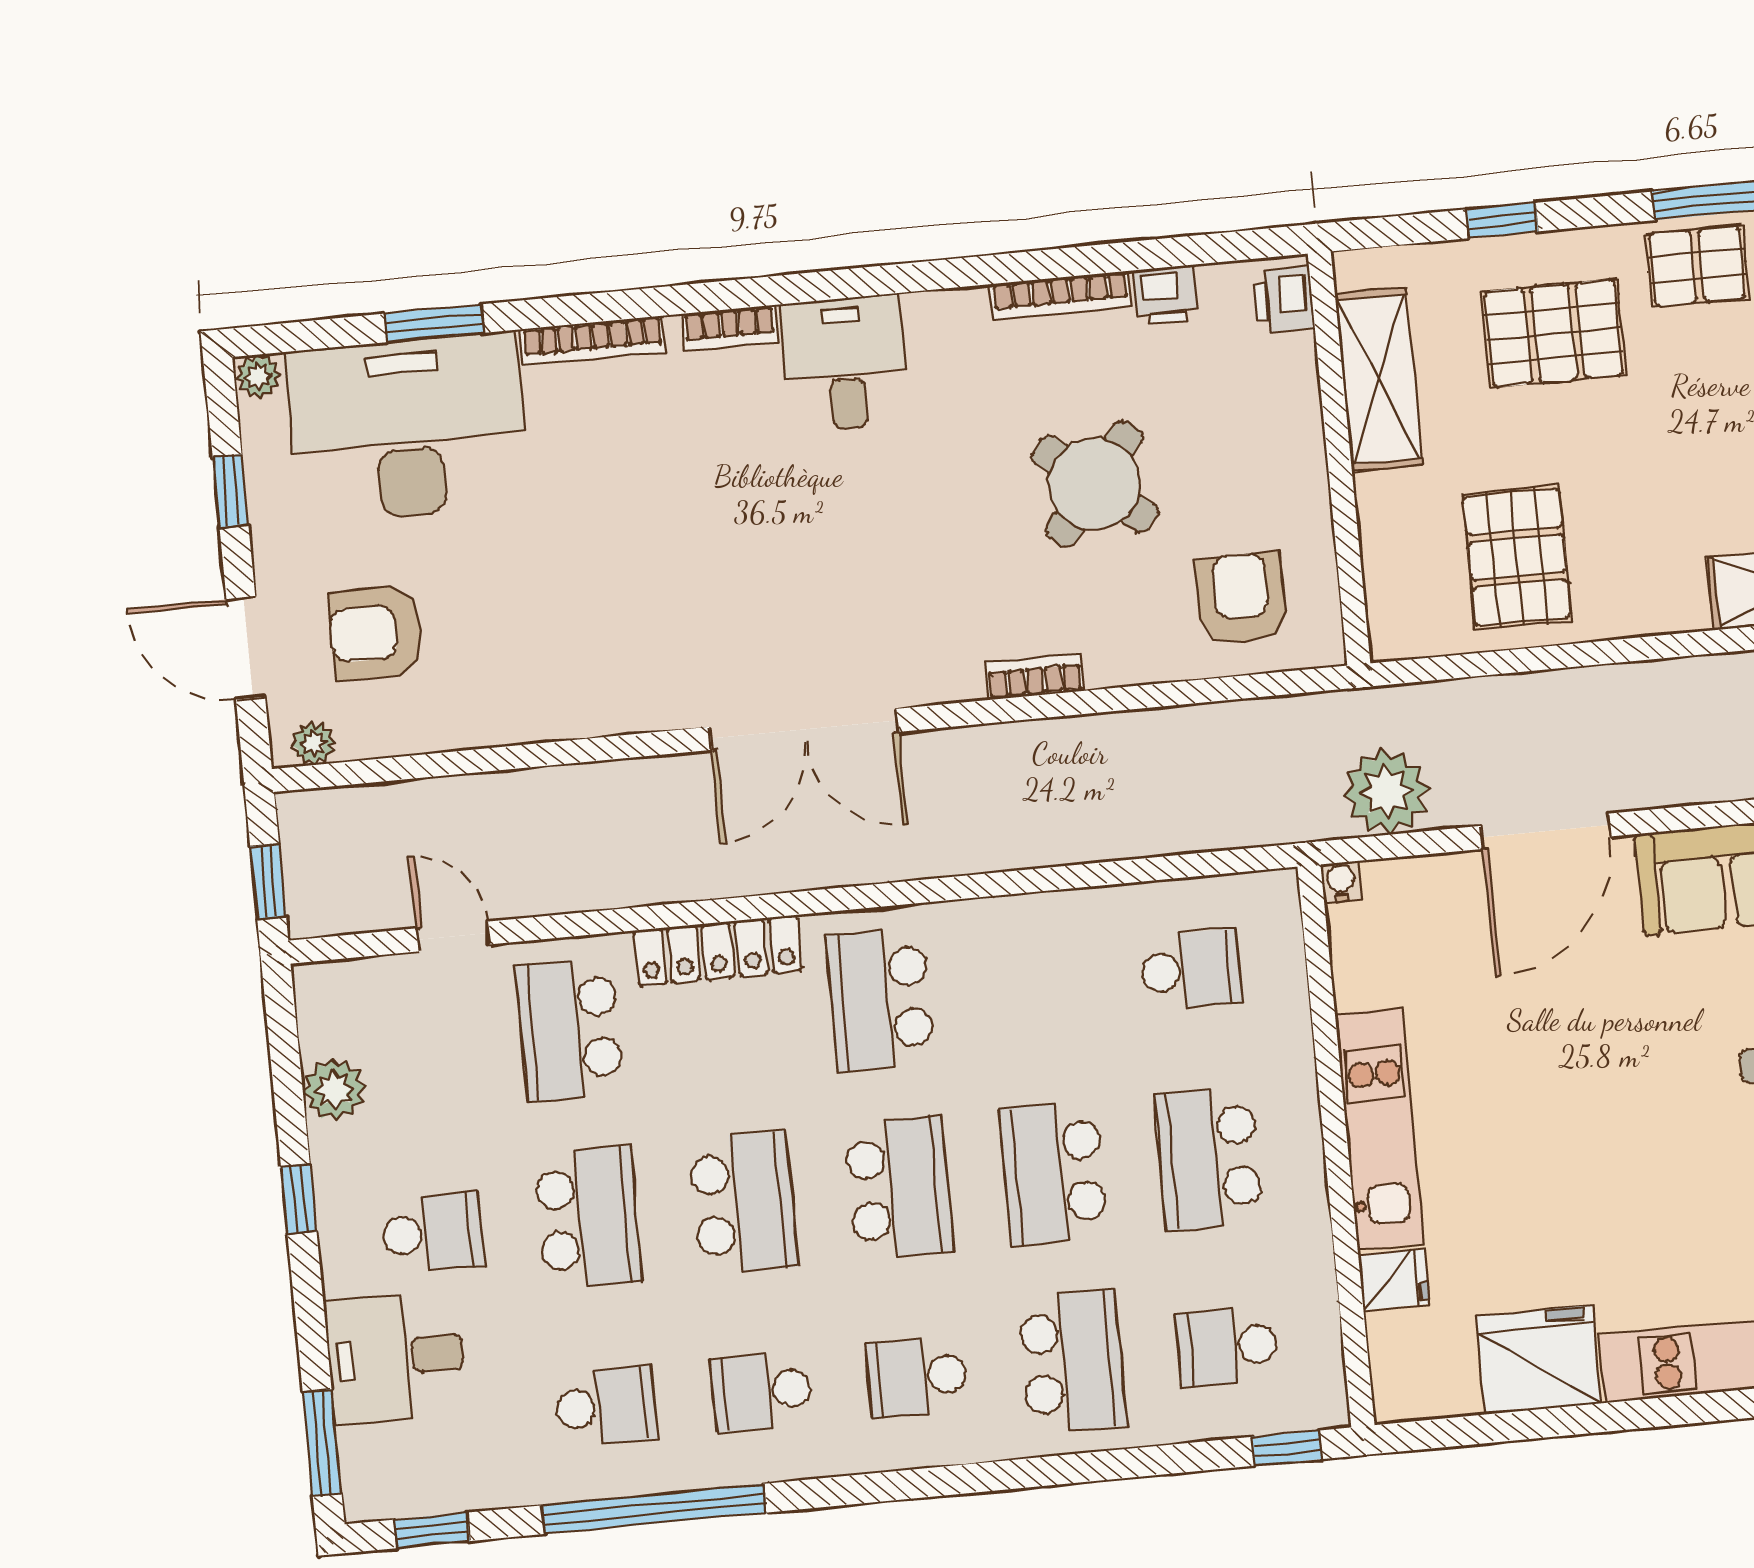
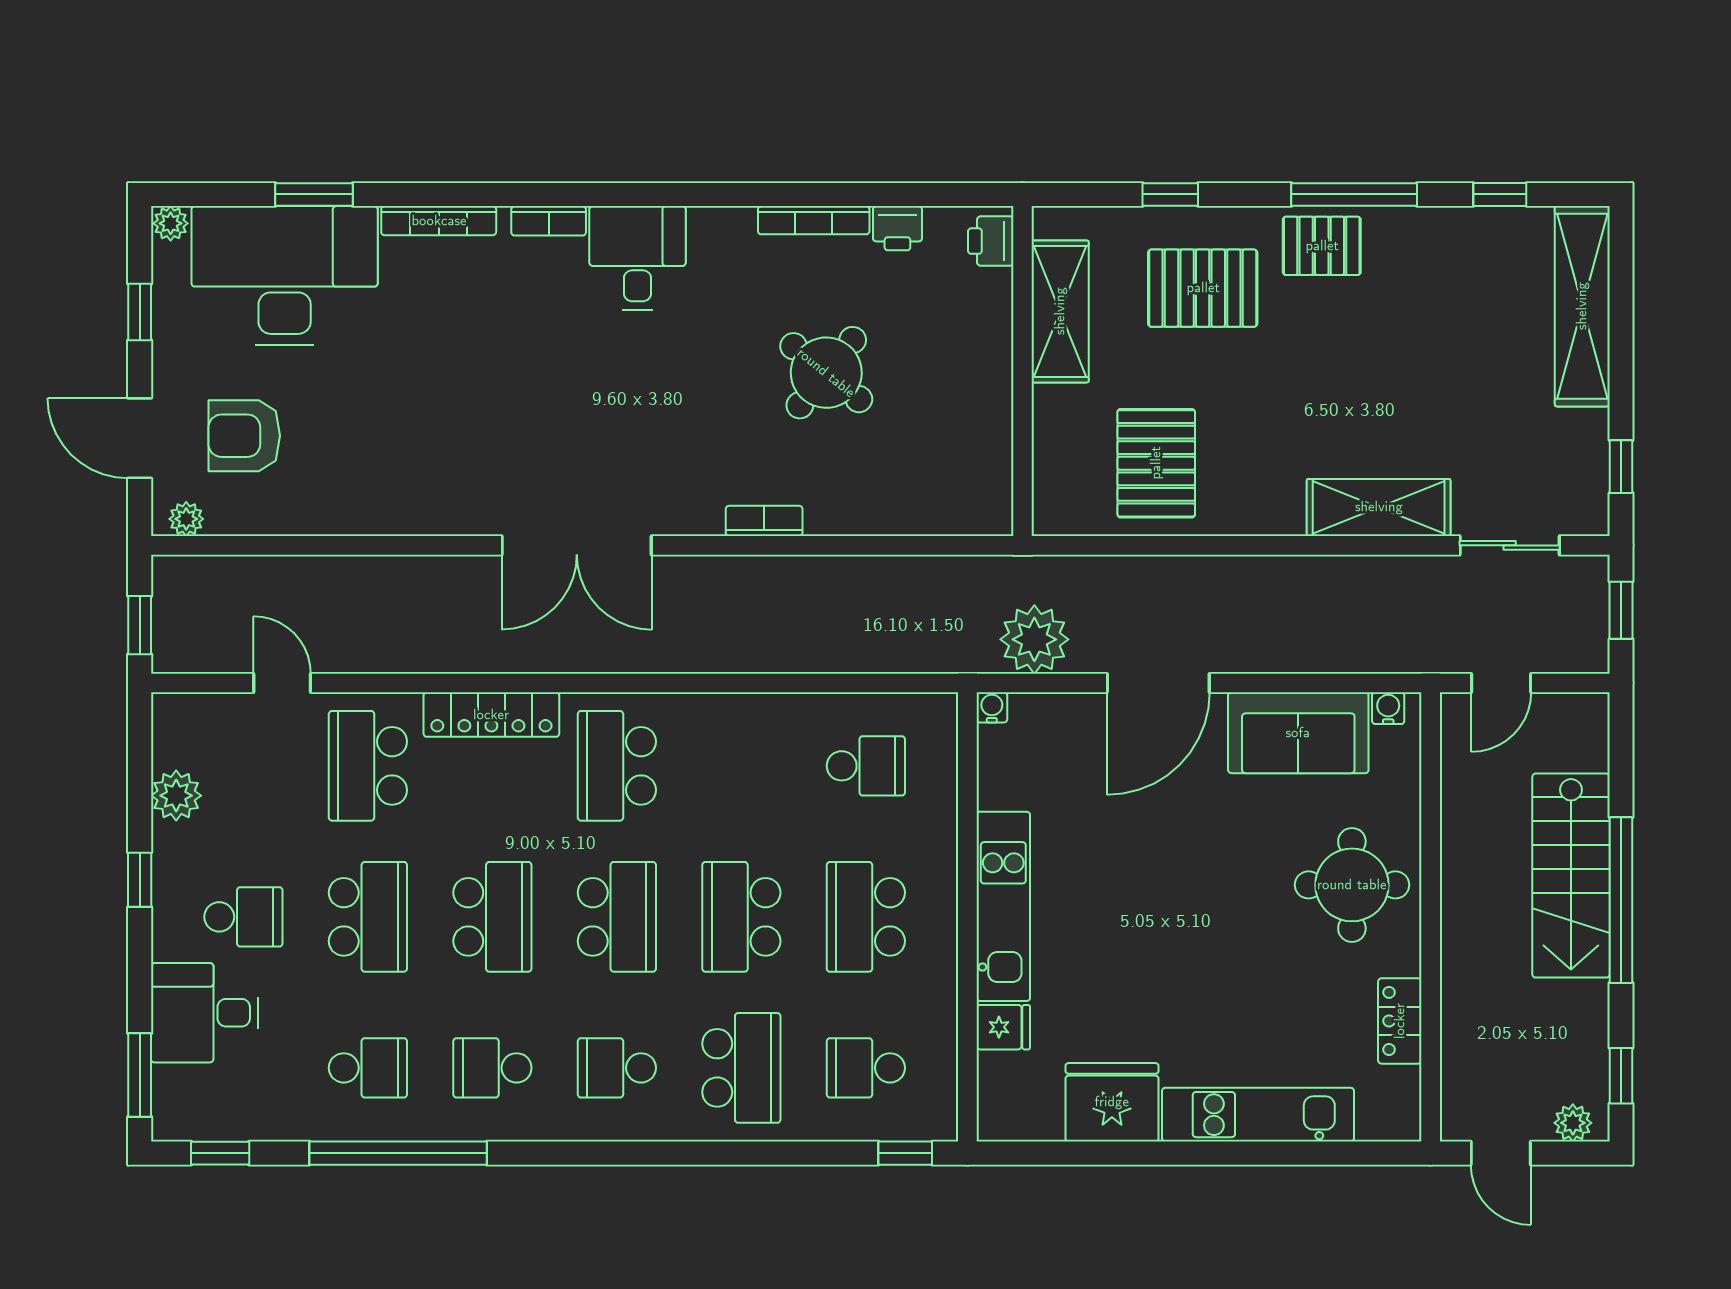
armchair: (1241, 598) -> (934, 475), removed

